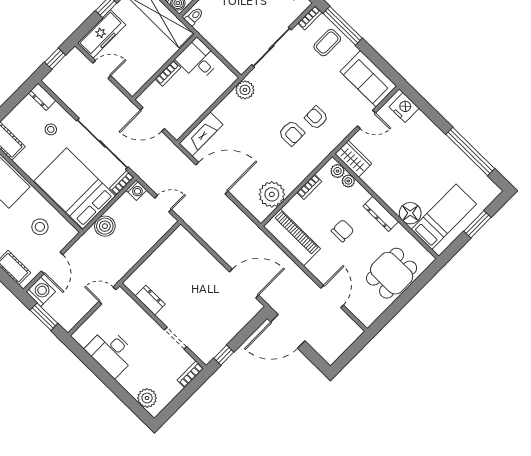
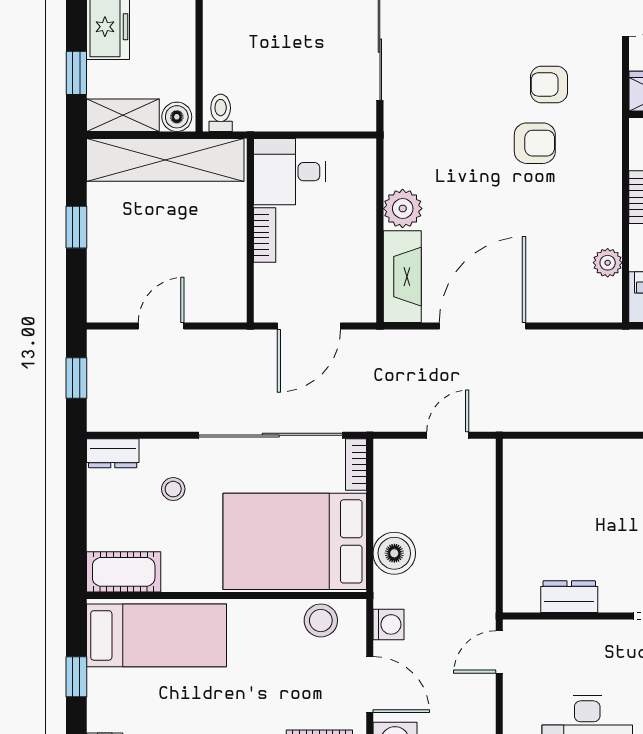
freezer: (102, 34) -> (109, 274), removed
plant: (245, 90) -> (403, 209), moved
washing machine: (136, 190) -> (388, 624), moved
plant: (272, 194) -> (608, 263), width x0.53, depth x0.53
stool: (40, 227) -> (321, 620), moved

